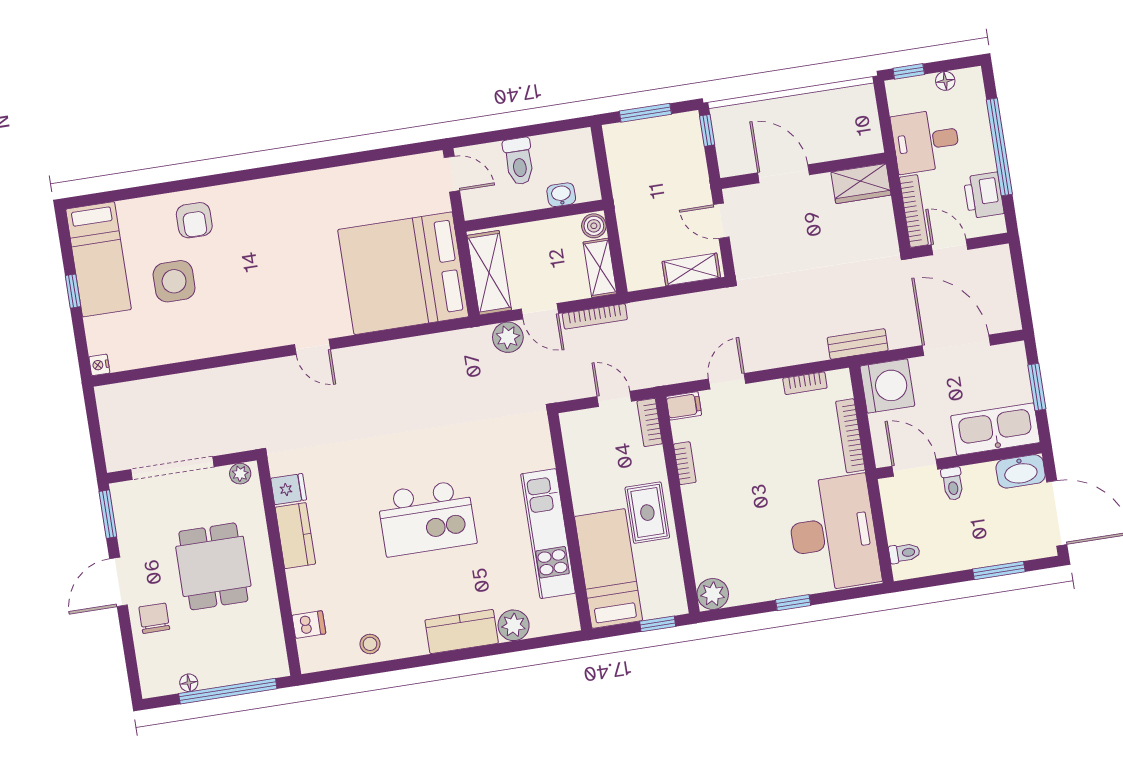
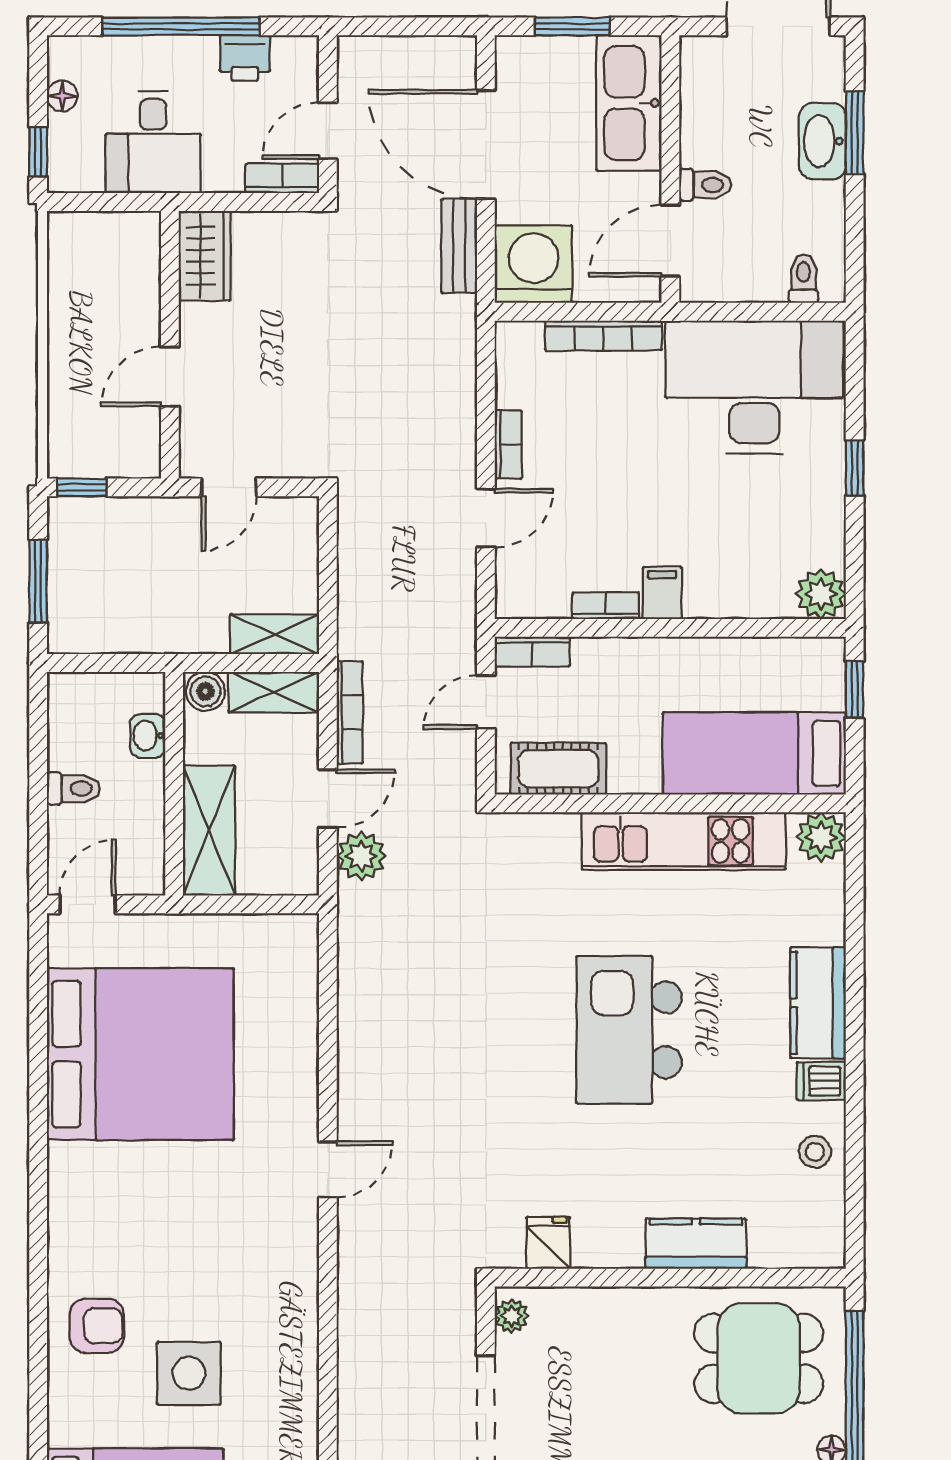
toilet: (519, 161) -> (74, 789), width x0.73, depth x0.72
door: (784, 174) -> (170, 376), width x0.73
printer: (984, 195) -> (245, 58), width x0.73, depth x0.81
bookcase: (914, 211) -> (282, 179), width x0.64
shelving: (691, 269) -> (275, 634), moved, turned 90
bed: (403, 273) -> (140, 1054), moved, turned -90
shelving: (489, 273) -> (209, 830), moved, turned 90
bench: (858, 344) -> (459, 246), moved
door: (956, 345) -> (486, 144), hinge flipped
door: (727, 381) -> (486, 518), swing flipped
bookcase: (805, 383) -> (508, 445), moved
filing cabinet: (684, 406) -> (662, 593), moved
cot: (580, 450) -> (558, 769), added
washbasin: (1021, 471) -> (823, 141), moved, turned 180
rug: (647, 513) -> (675, 678), removed
kitchen island: (427, 518) -> (629, 1030), turned 180
kitchen counter: (295, 536) -> (696, 1244), moved
dining table: (213, 566) -> (759, 1358), moved
dishwasher: (309, 625) -> (821, 1081), moved, turned -90
plant: (514, 625) -> (821, 837), moved

